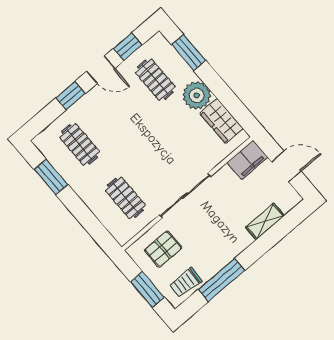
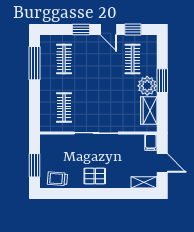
window: (189, 53) -> (162, 81), moved
filing cabinet: (247, 160) -> (151, 142), width x0.50
window: (51, 177) -> (34, 63), width x1.44
shelving: (265, 222) -> (144, 182), moved
pallet: (163, 249) -> (95, 176), moved
window: (221, 280) -> (77, 194), removed

